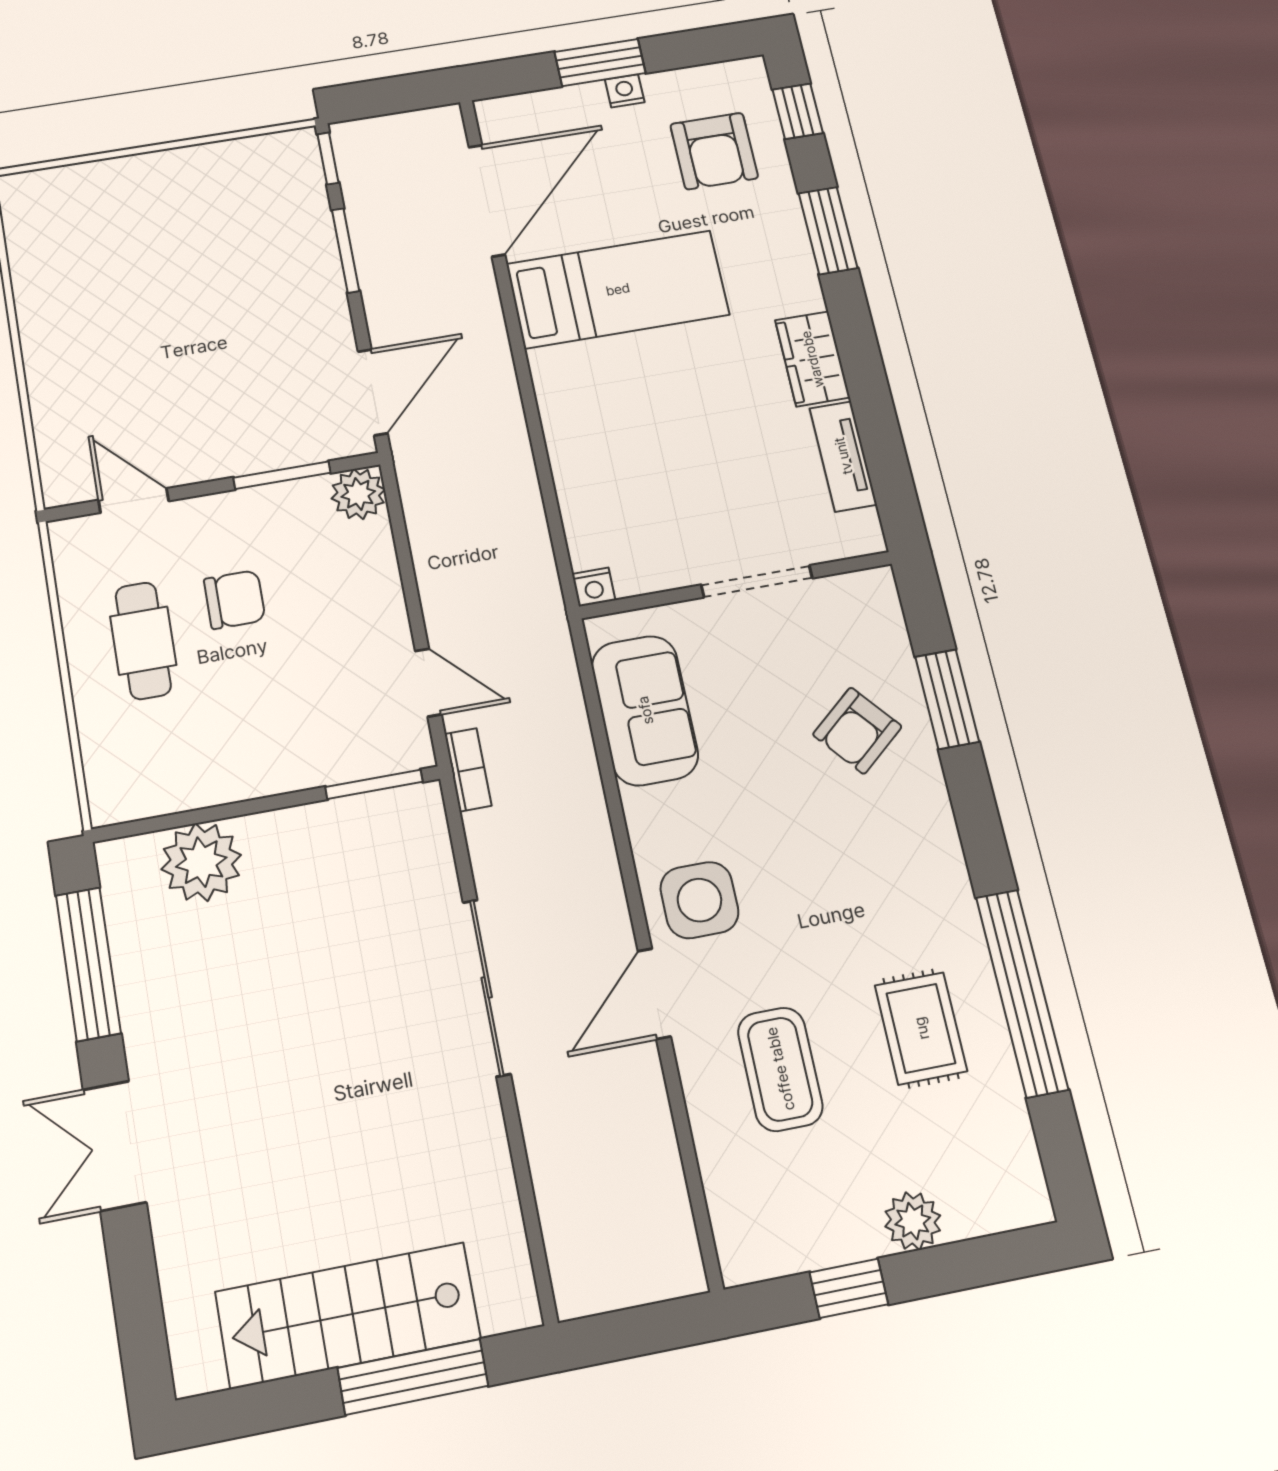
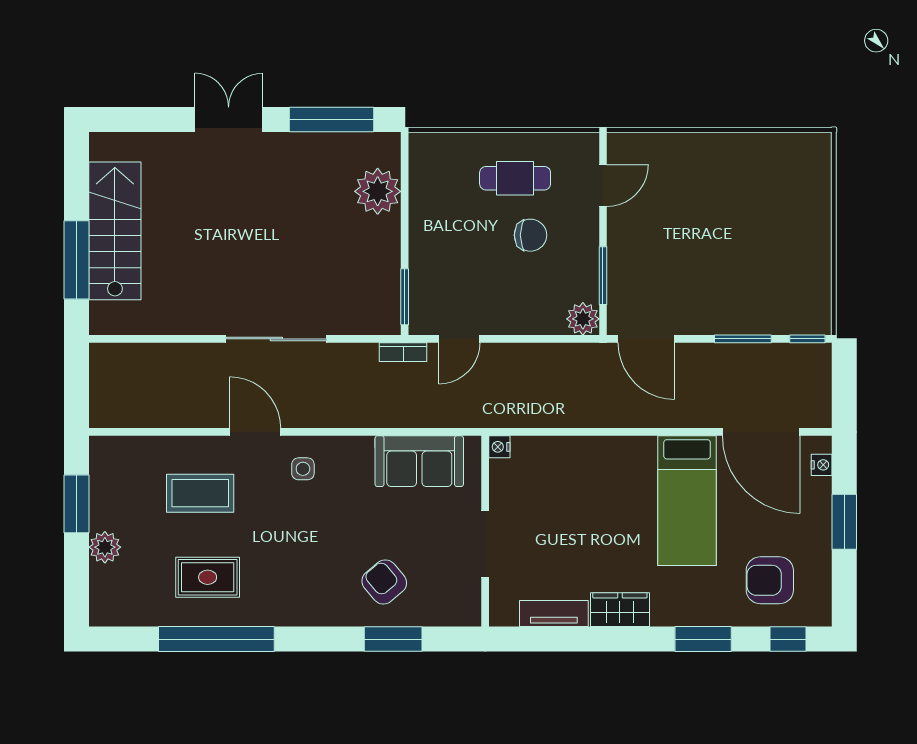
nightstand: (625, 91) -> (822, 465), moved
chair: (235, 600) -> (530, 235), turned -90
side table: (699, 900) -> (303, 469), width x0.54, depth x0.54
window: (849, 1288) -> (77, 504), width x1.50

